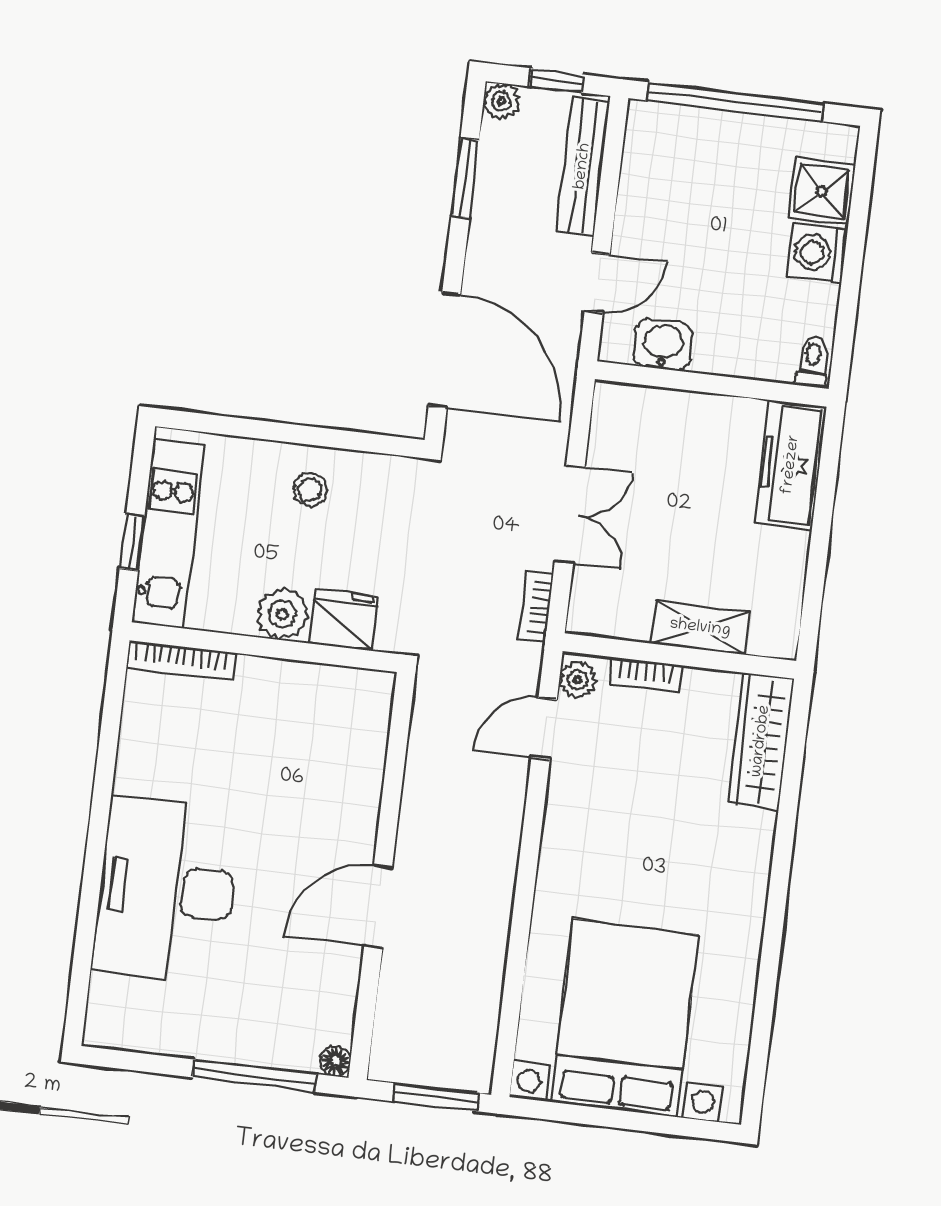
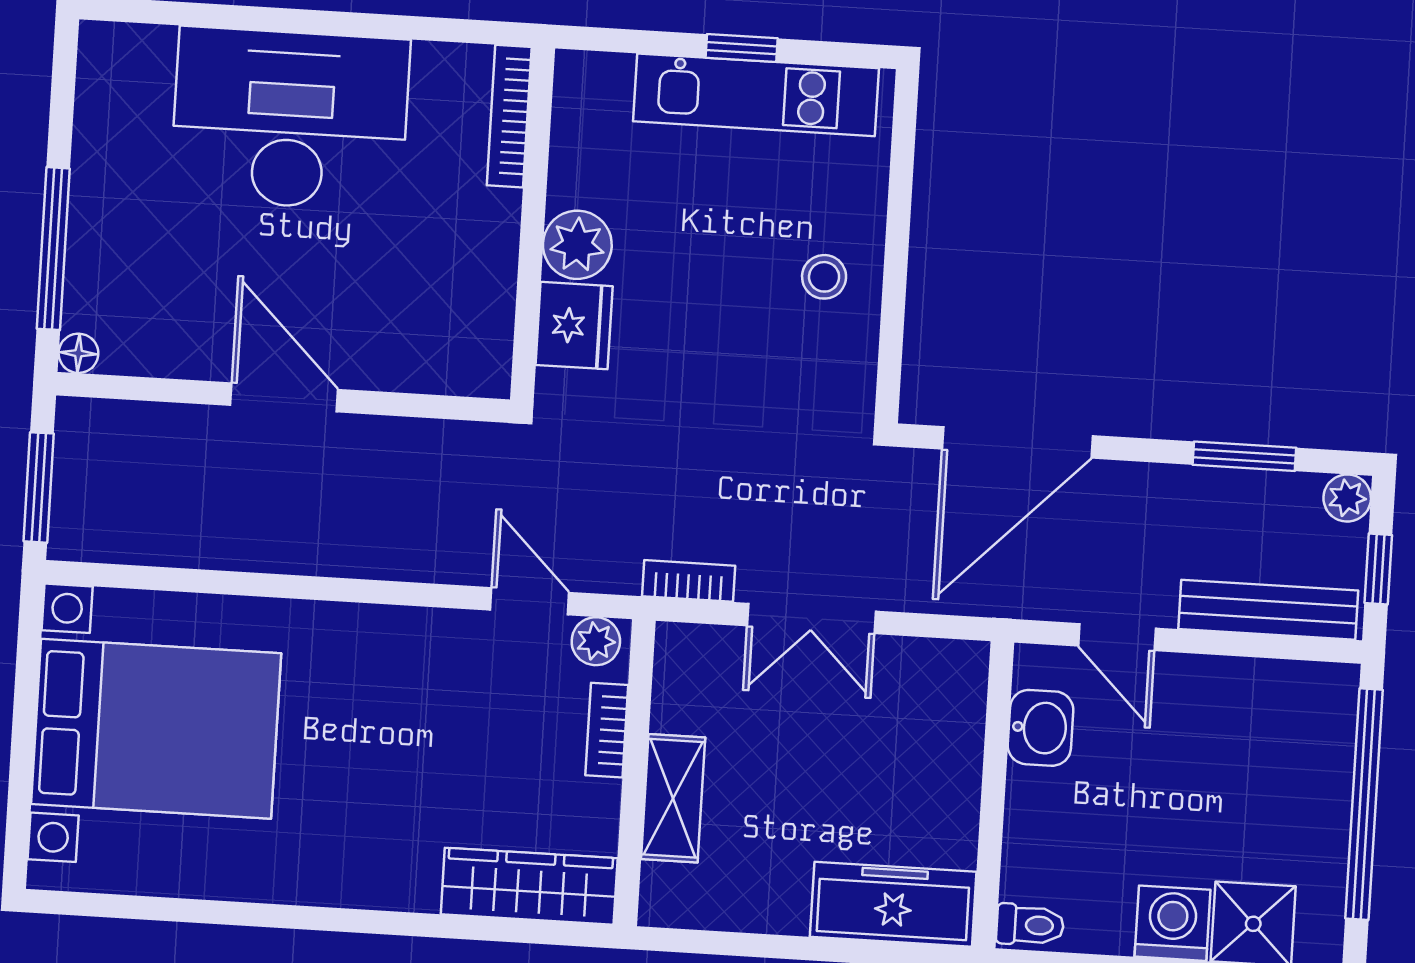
plant: (282, 614) -> (577, 245), moved
fridge: (344, 620) -> (574, 326), moved
wall: (264, 647) -> (532, 224), moved
bookcase: (181, 660) -> (509, 116), moved

